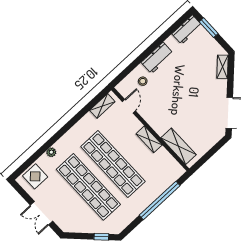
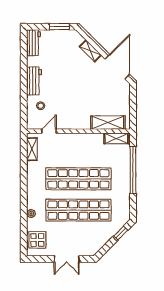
window: (209, 28) -> (59, 27), moved
shelving: (223, 67) -> (90, 51), moved
door: (129, 106) -> (49, 131), hinge flipped
shelving: (149, 139) -> (116, 138), moved

